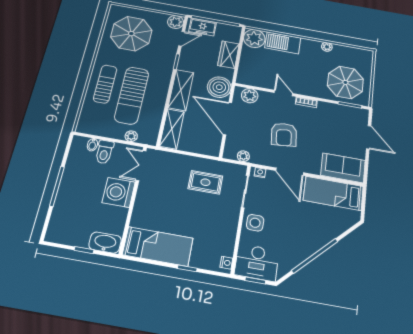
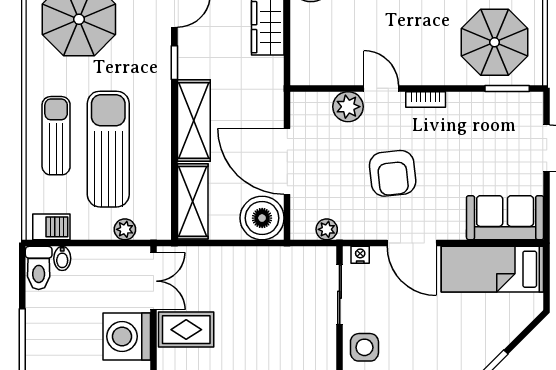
boiler: (219, 87) -> (262, 218), moved
sun lounger: (132, 95) -> (108, 149), turned 180
plant: (250, 96) -> (348, 107), moved
barbecue: (91, 128) -> (51, 227), added
toilet: (104, 152) -> (39, 268), moved
double door: (141, 166) -> (153, 281), swing flipped
rug: (205, 182) -> (186, 330), moved

